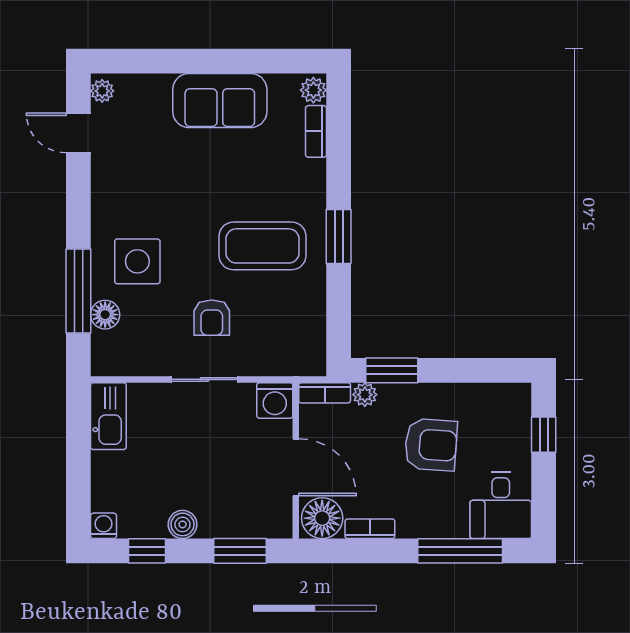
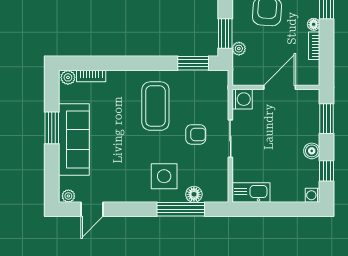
window: (223, 61) -> (52, 128), added
sofa: (220, 101) -> (74, 139), width x1.36
window: (339, 237) -> (193, 63), moved
bookcase: (325, 393) -> (238, 71), removed
floor lamp: (322, 518) -> (314, 24), moved, width x0.53, depth x0.53

